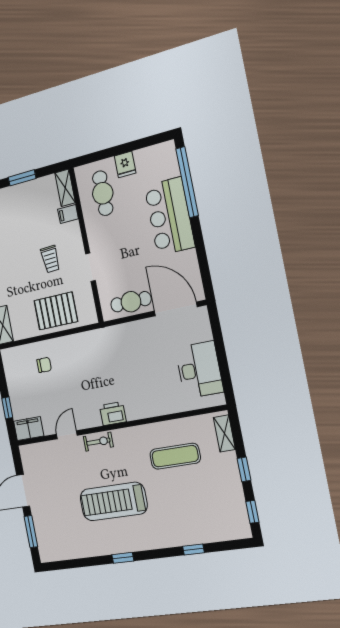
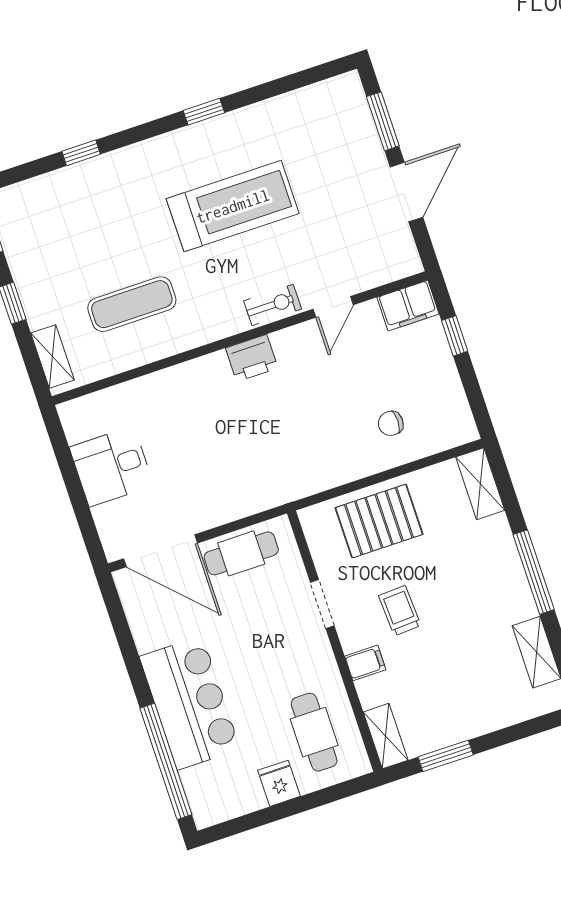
window: (22, 178) -> (446, 756), moved
filing cabinet: (68, 214) -> (365, 663), moved
desk: (199, 370) -> (112, 466), width x0.73
exercise bike: (98, 442) -> (273, 305), turned 180

